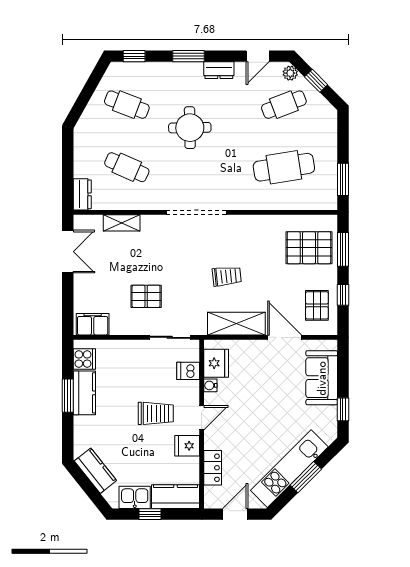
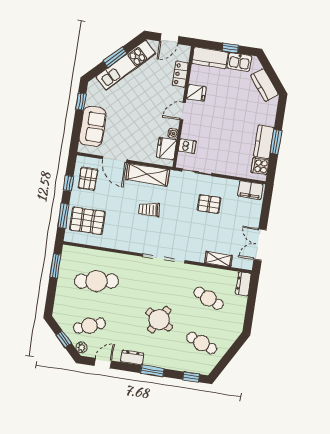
round table: (190, 128) -> (159, 320), turned 31
trolley: (156, 413) -> (215, 119), removed

